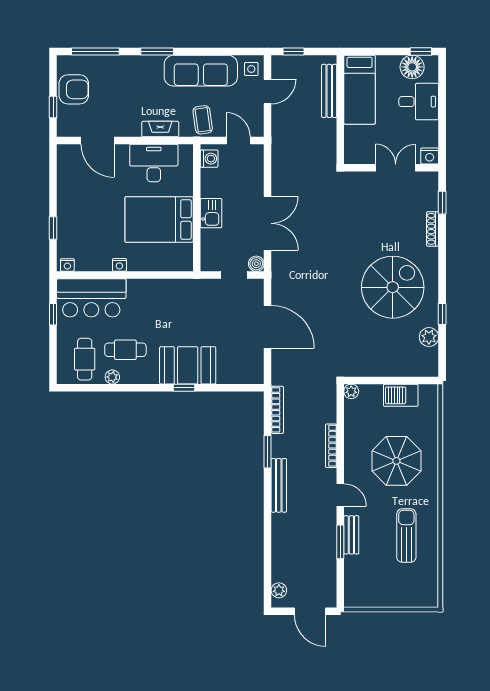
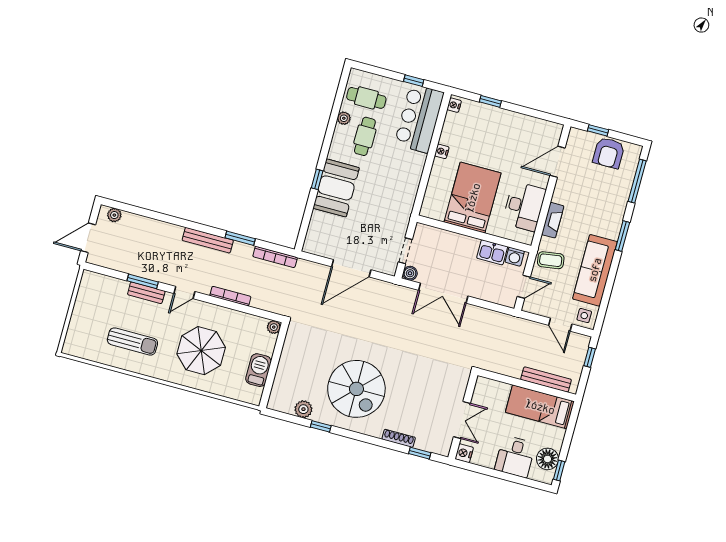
kitchen sink: (211, 213) -> (492, 252), moved

